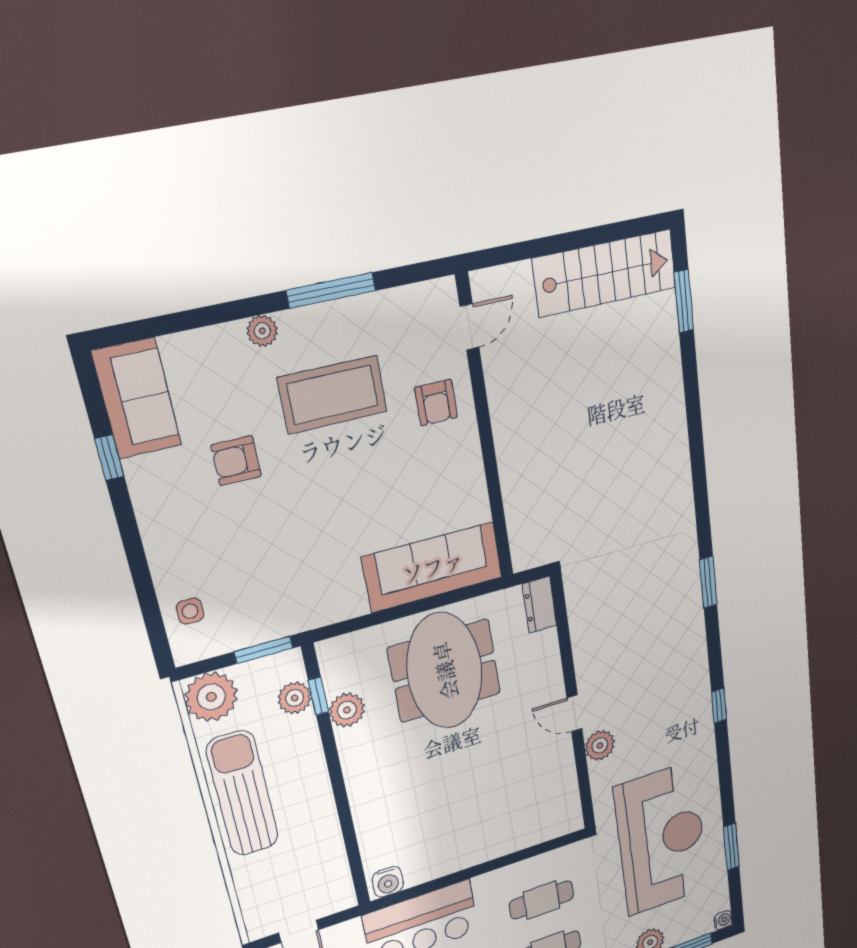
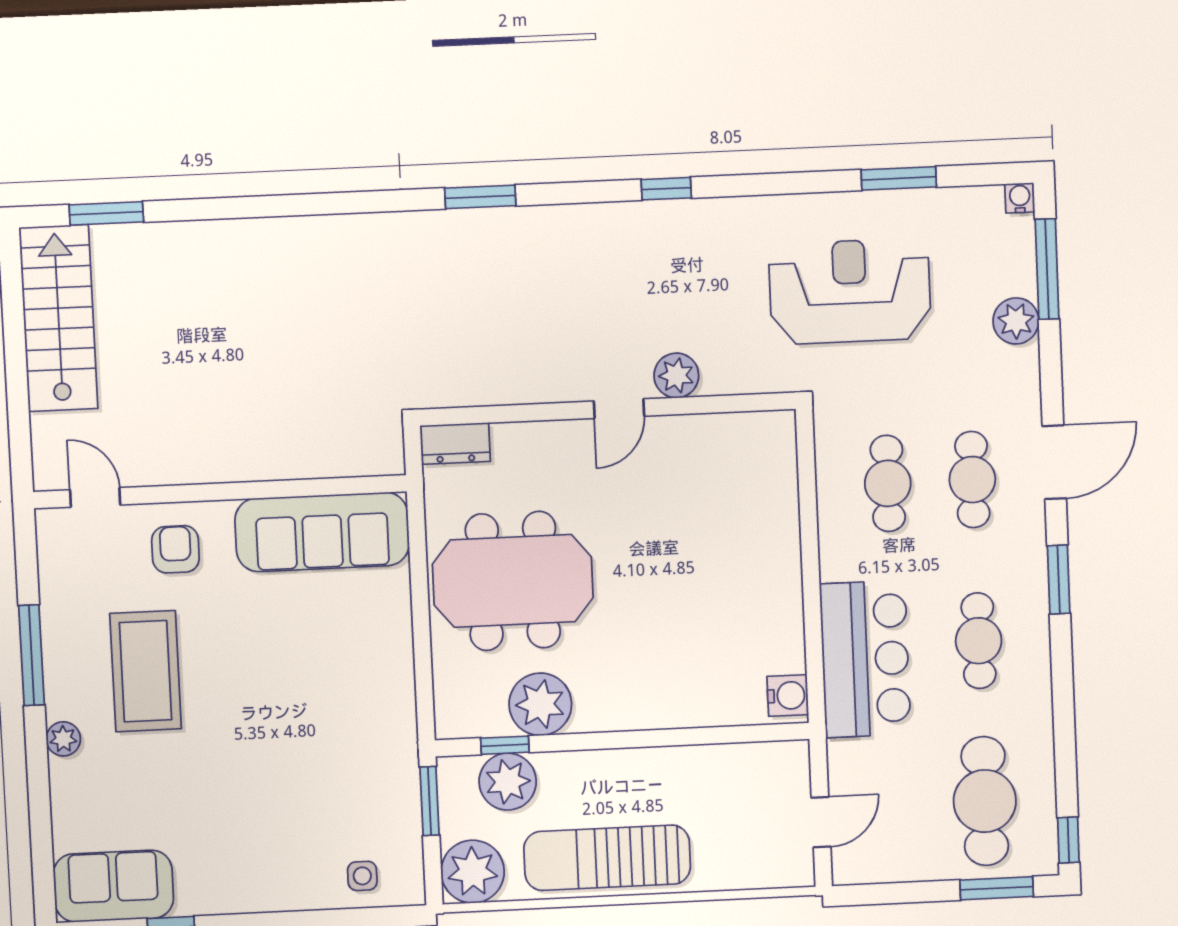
armchair: (436, 403) -> (175, 549), turned -90
armchair: (236, 461) -> (200, 793), removed
sofa: (433, 567) -> (322, 532), moved, turned -90
plant: (295, 698) -> (508, 782), width x1.36, depth x1.36
plant: (347, 710) -> (540, 704), width x1.36, depth x1.36
reception desk: (662, 839) -> (850, 291), width x0.74, depth x0.77

